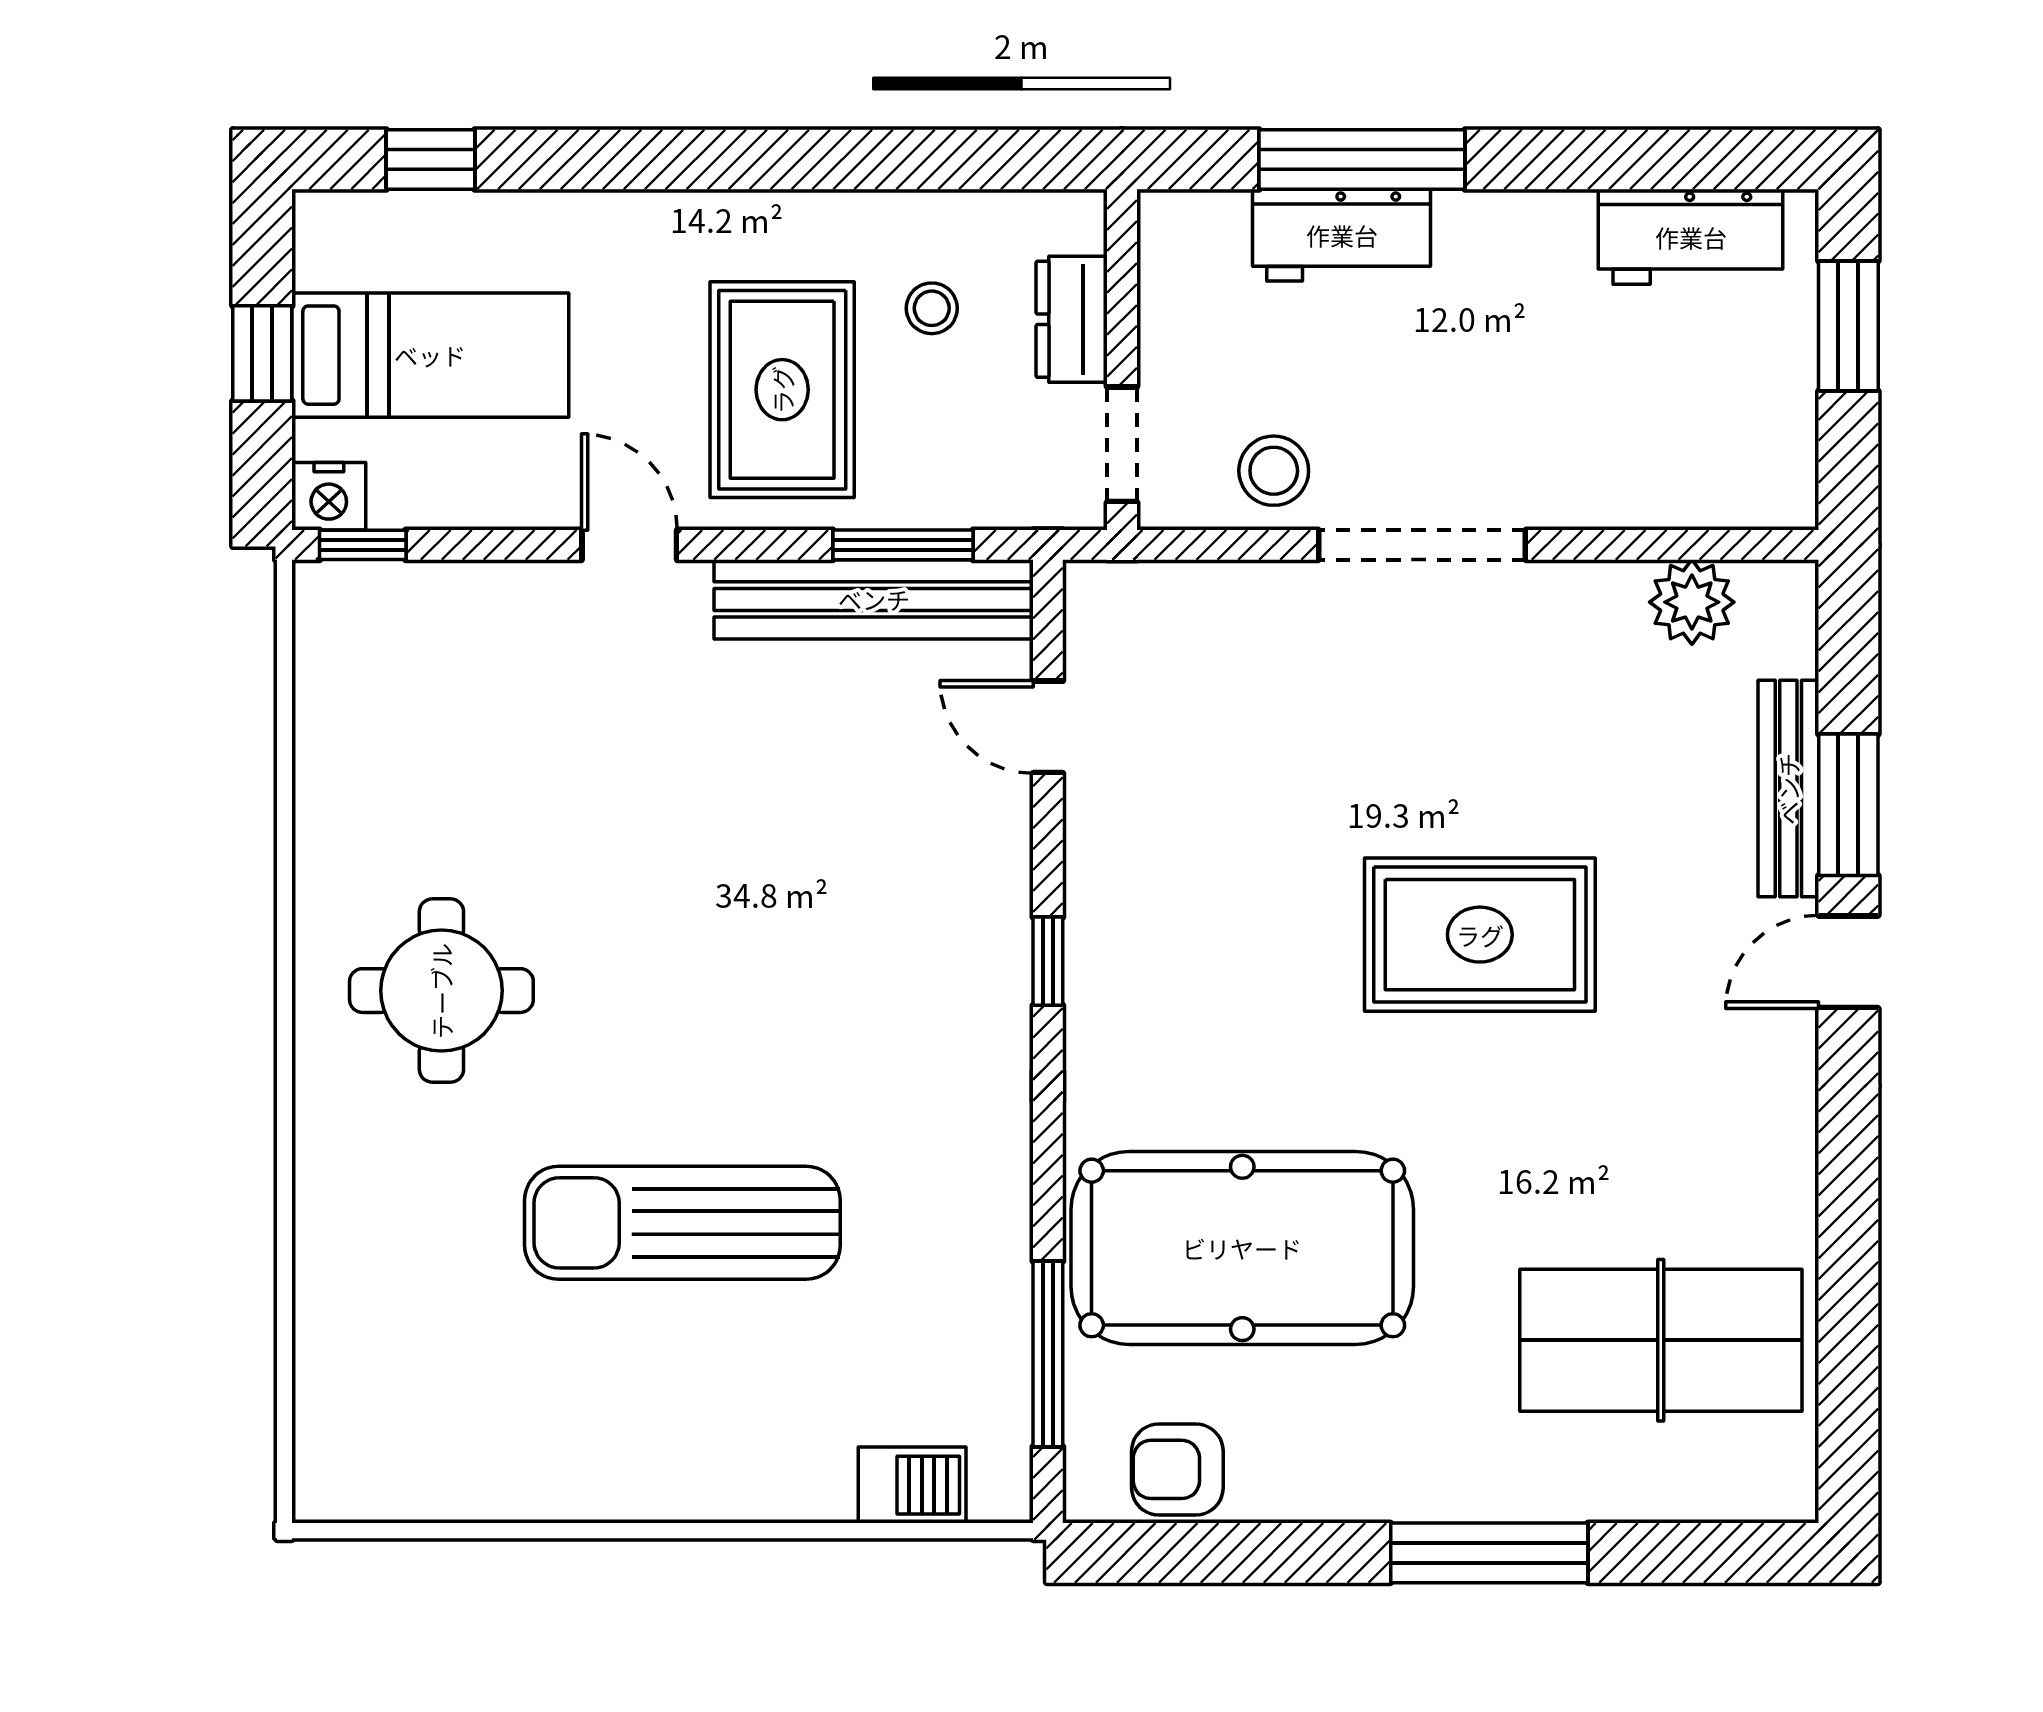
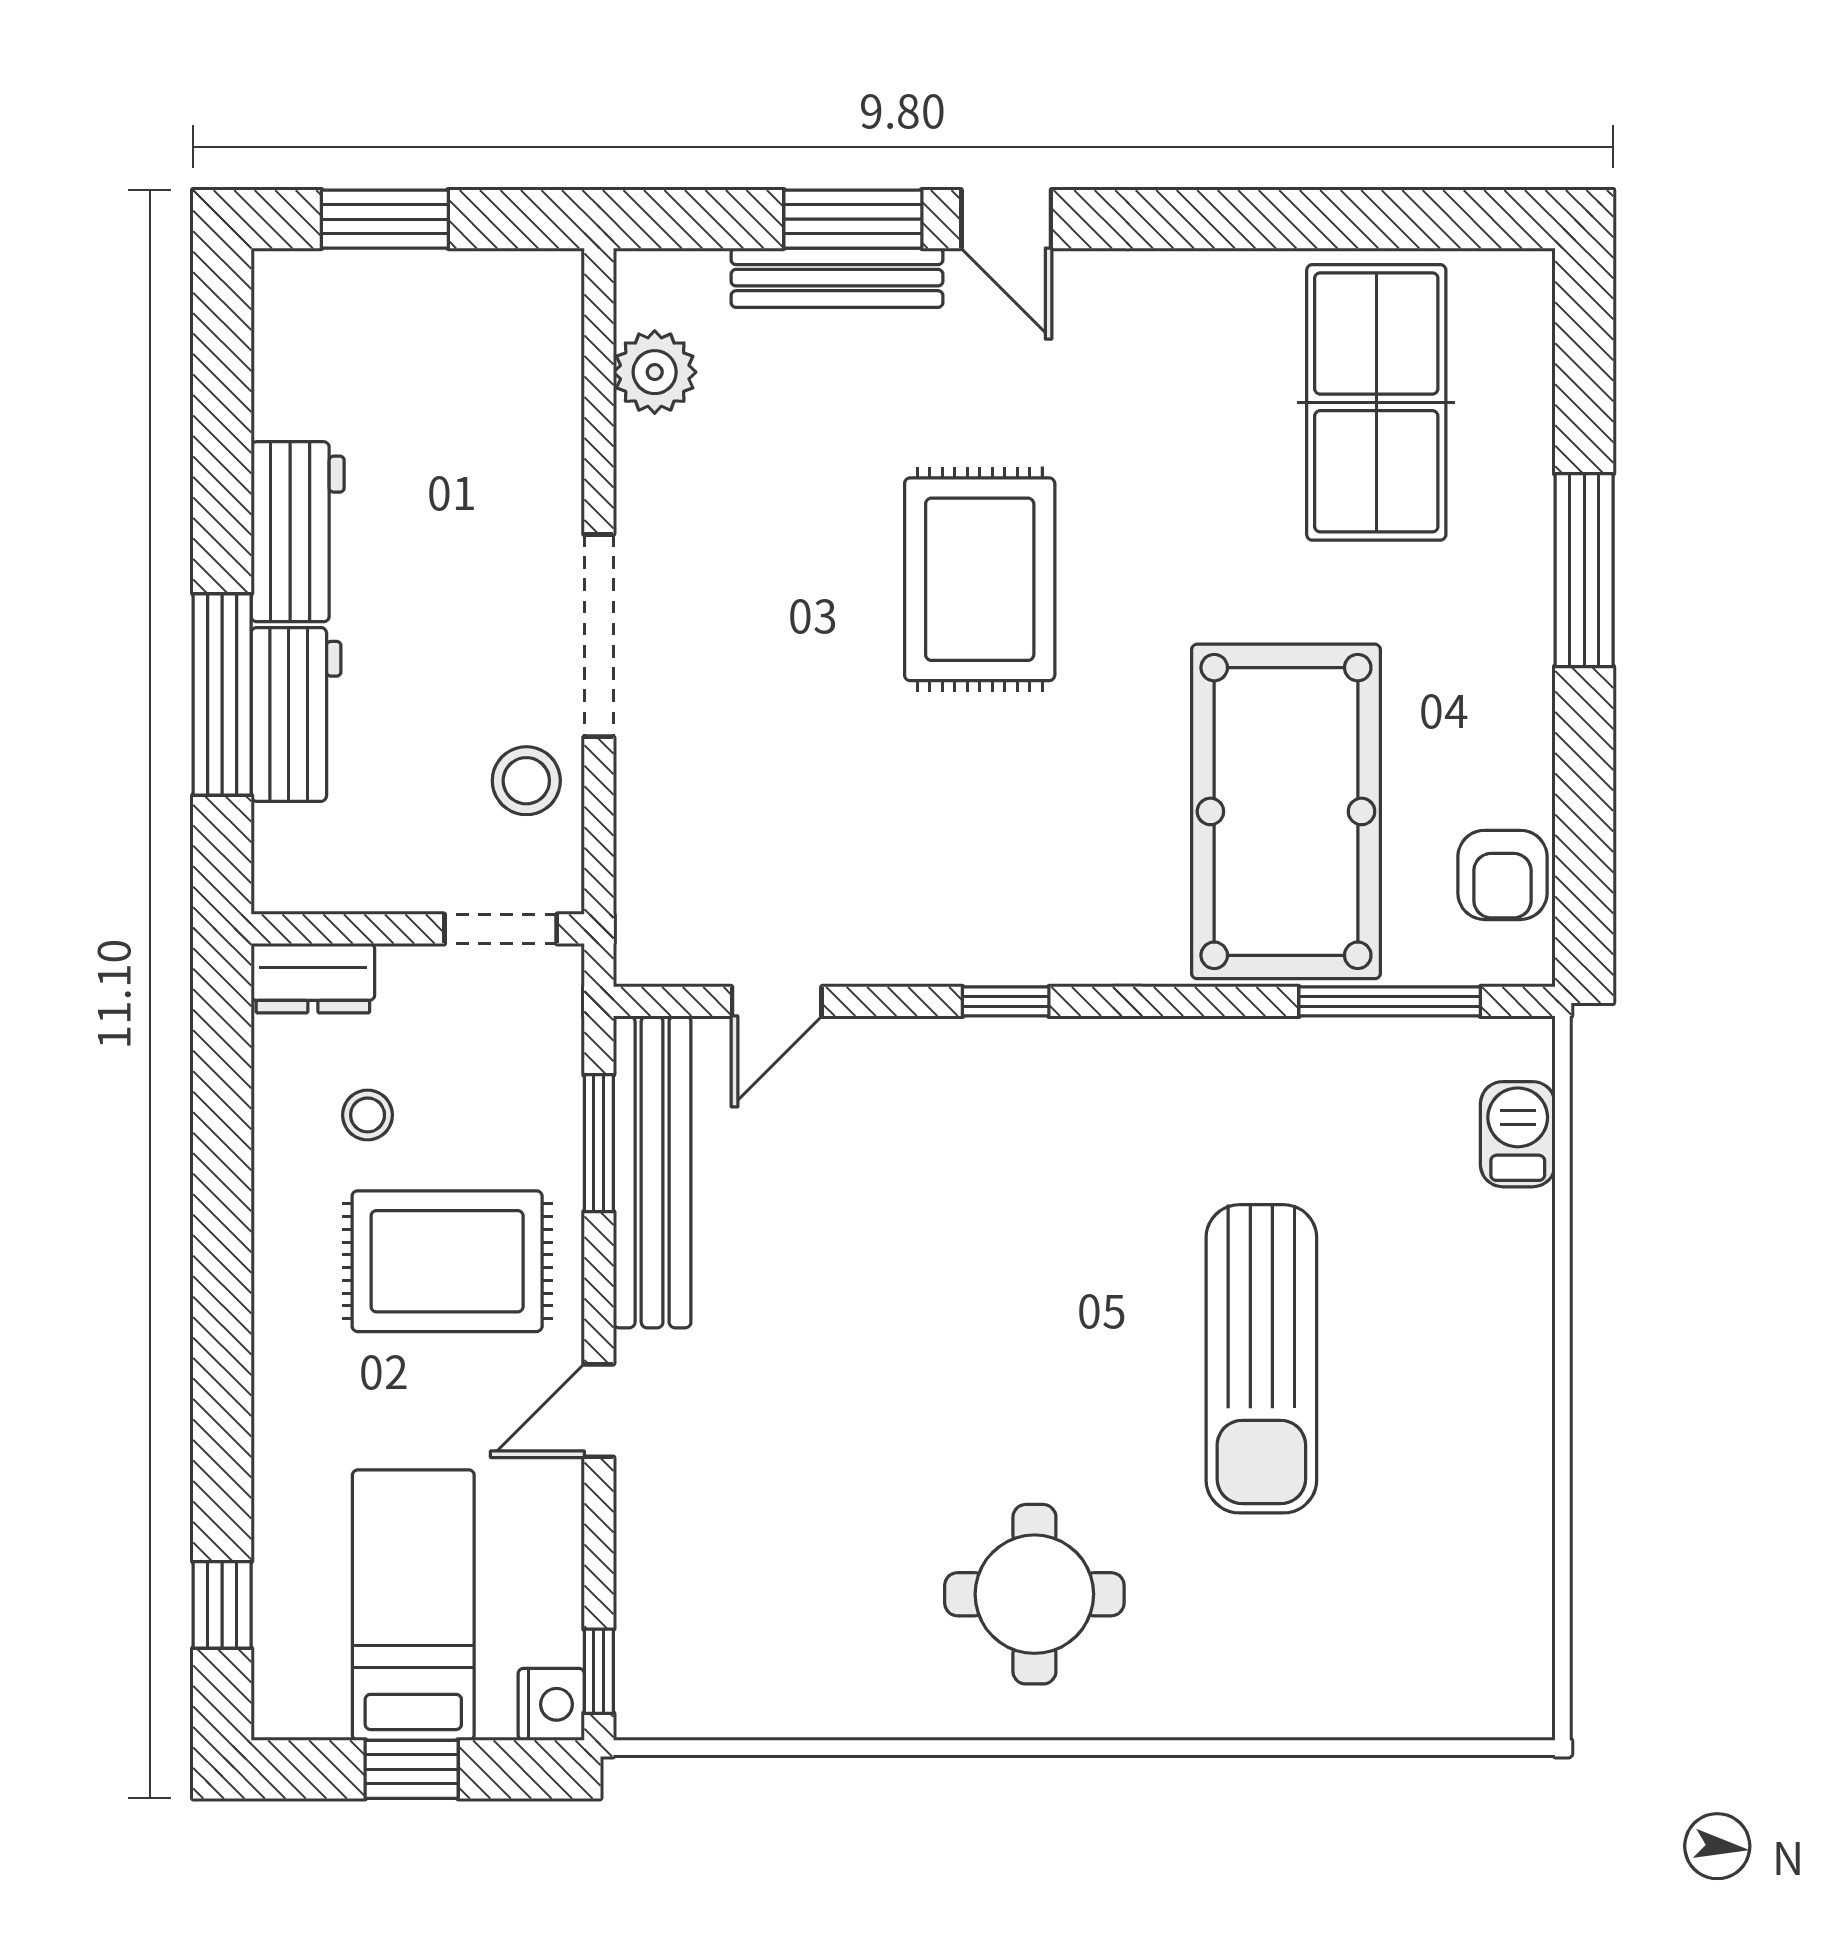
workbench: (1691, 237) -> (298, 532), moved
dresser: (1072, 319) -> (313, 978), moved

